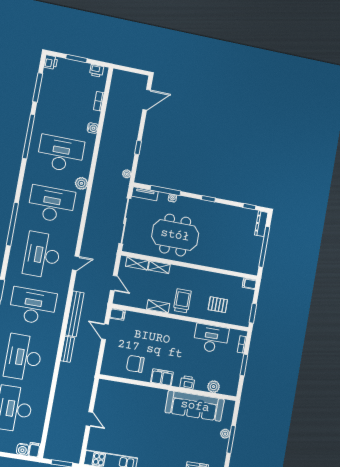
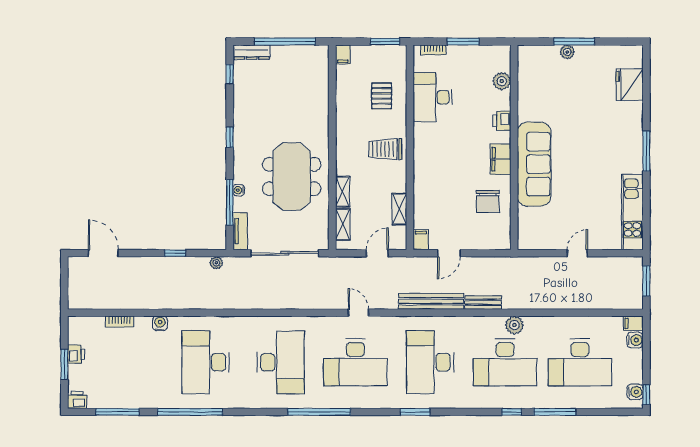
printer: (97, 71) -> (76, 354), moved
plant: (81, 183) -> (514, 325), moved
desk: (51, 204) -> (281, 362), turned 180
shelving: (158, 306) -> (399, 209), moved
sofa: (195, 406) -> (534, 164), moved

